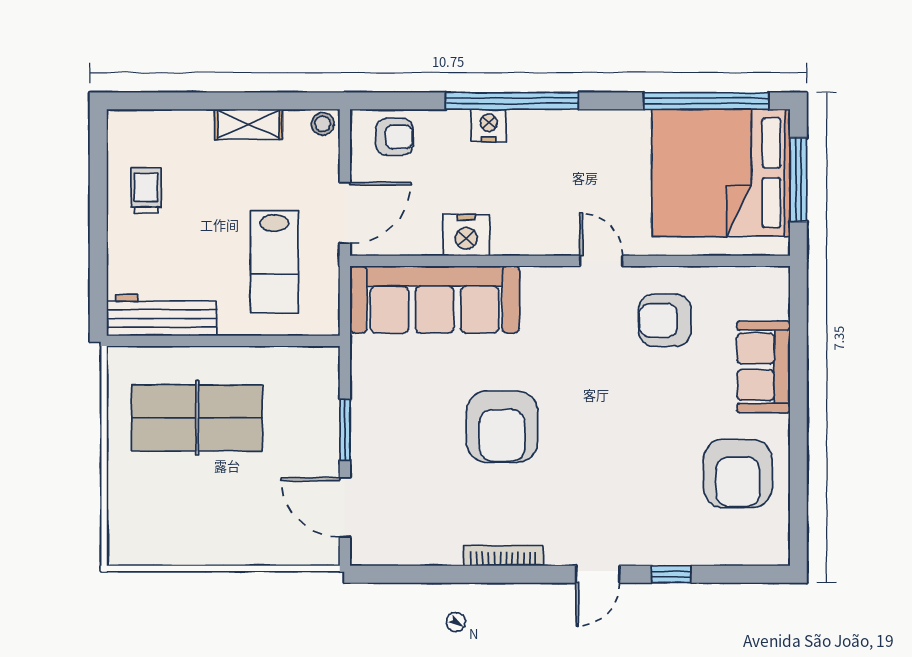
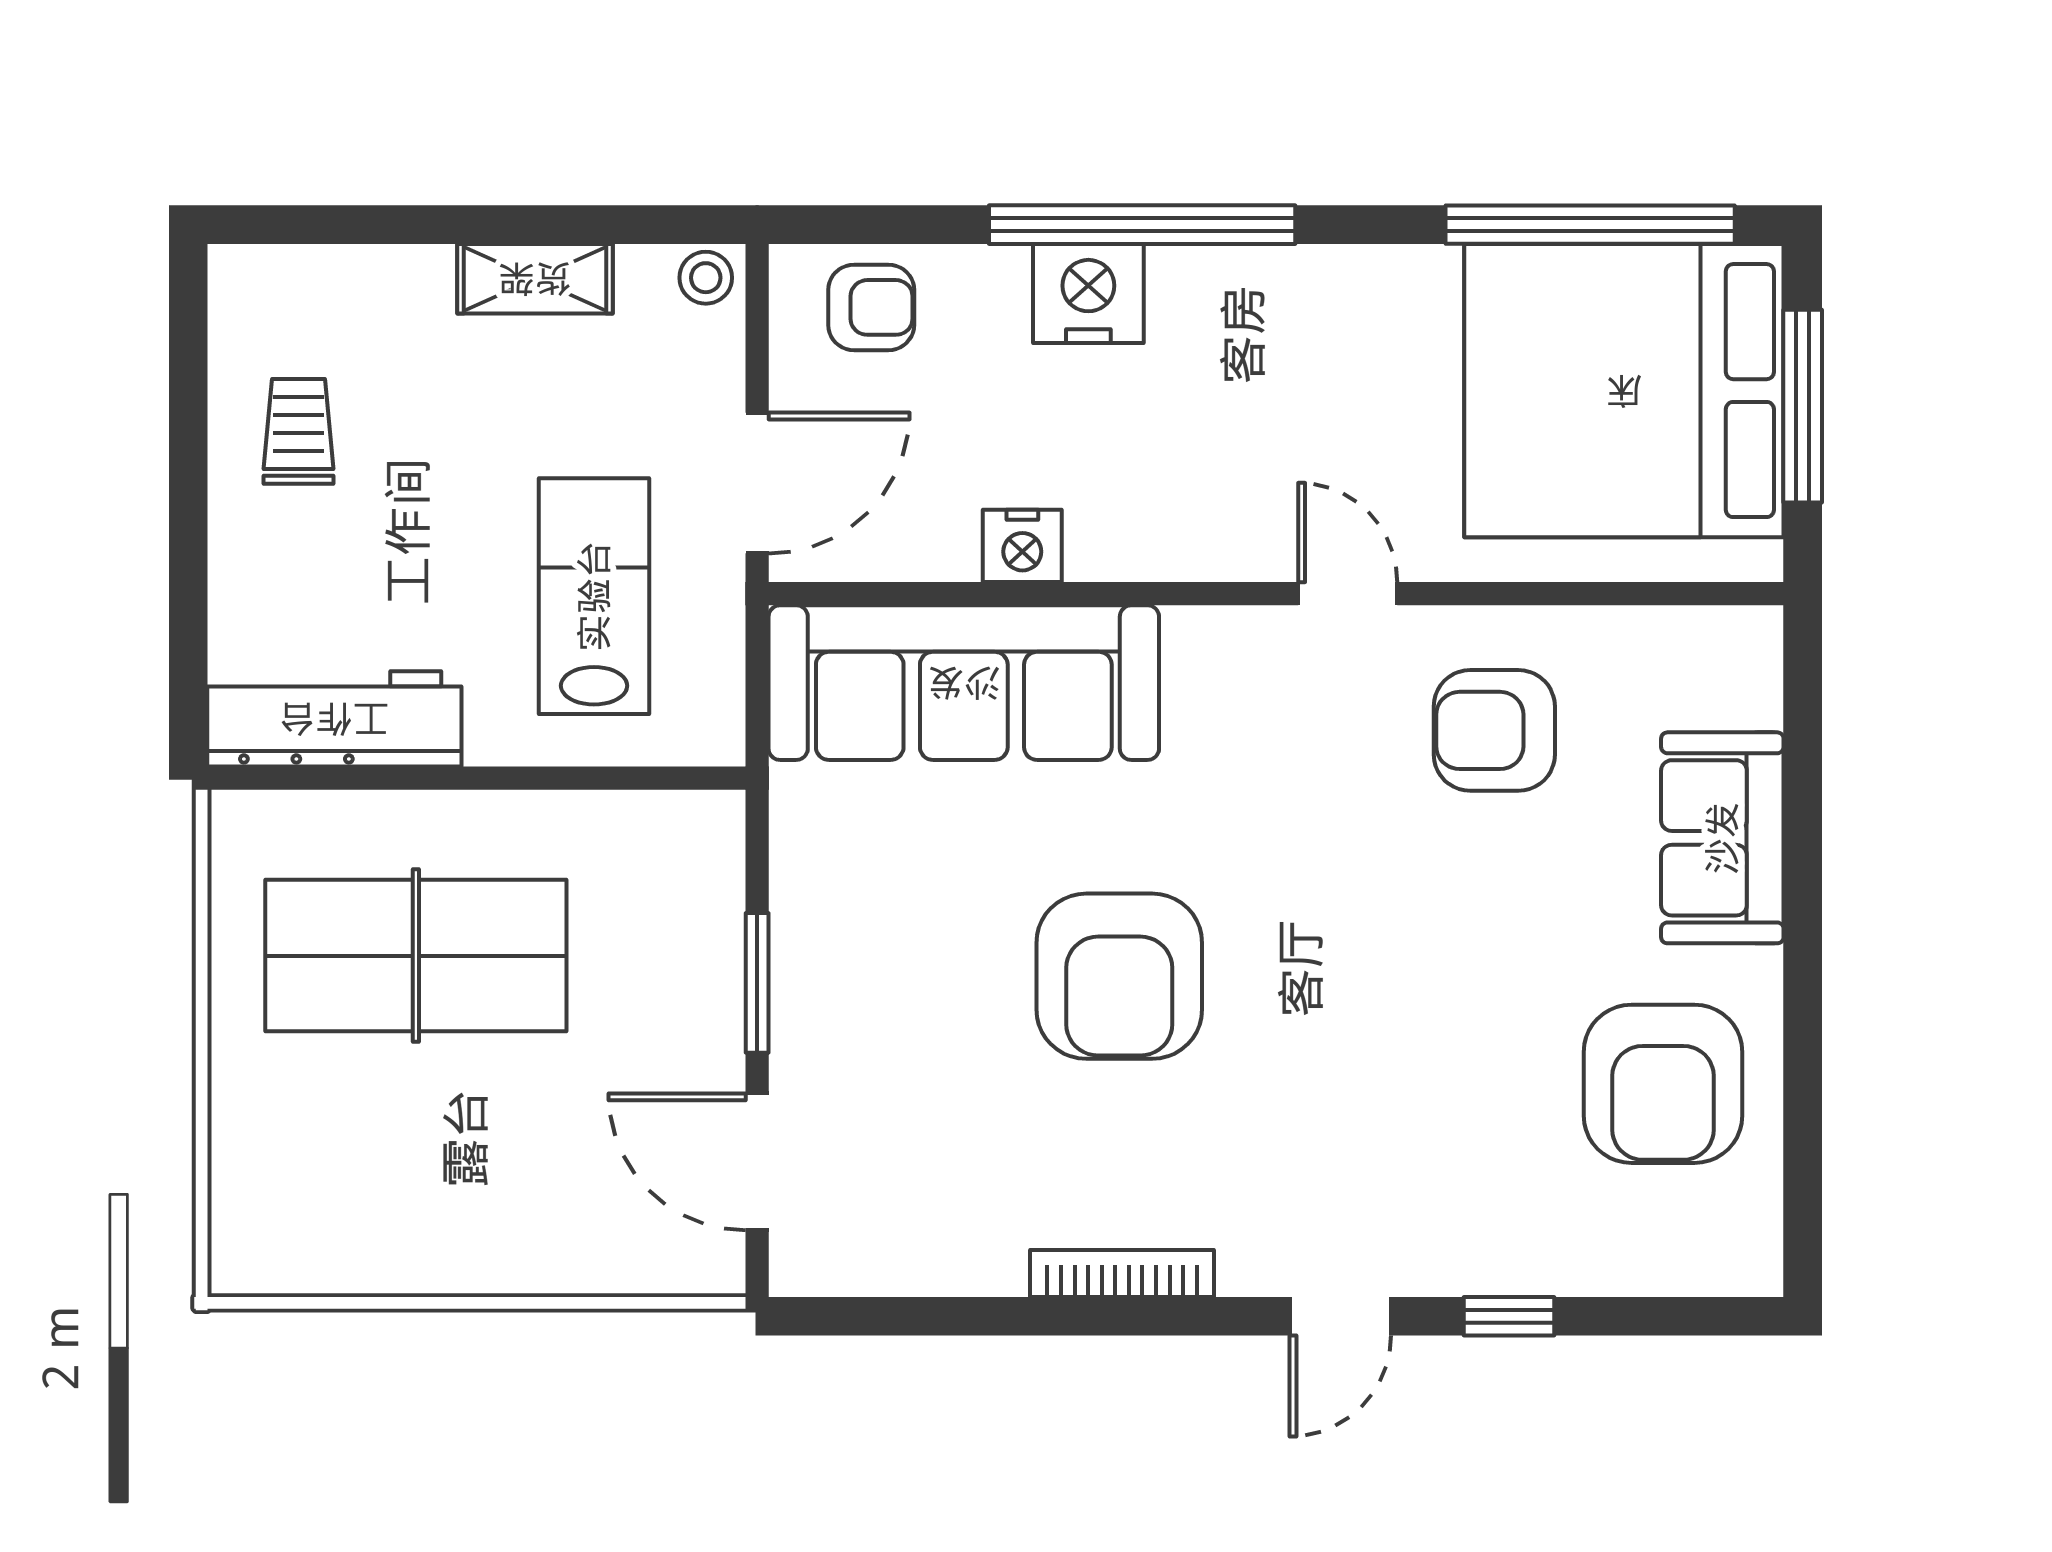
nightstand: (489, 125) -> (1088, 293), width x1.36, depth x1.33
nightstand: (466, 235) -> (1022, 546), width x0.74, depth x0.75
lab bench: (274, 262) -> (594, 596), turned 180

